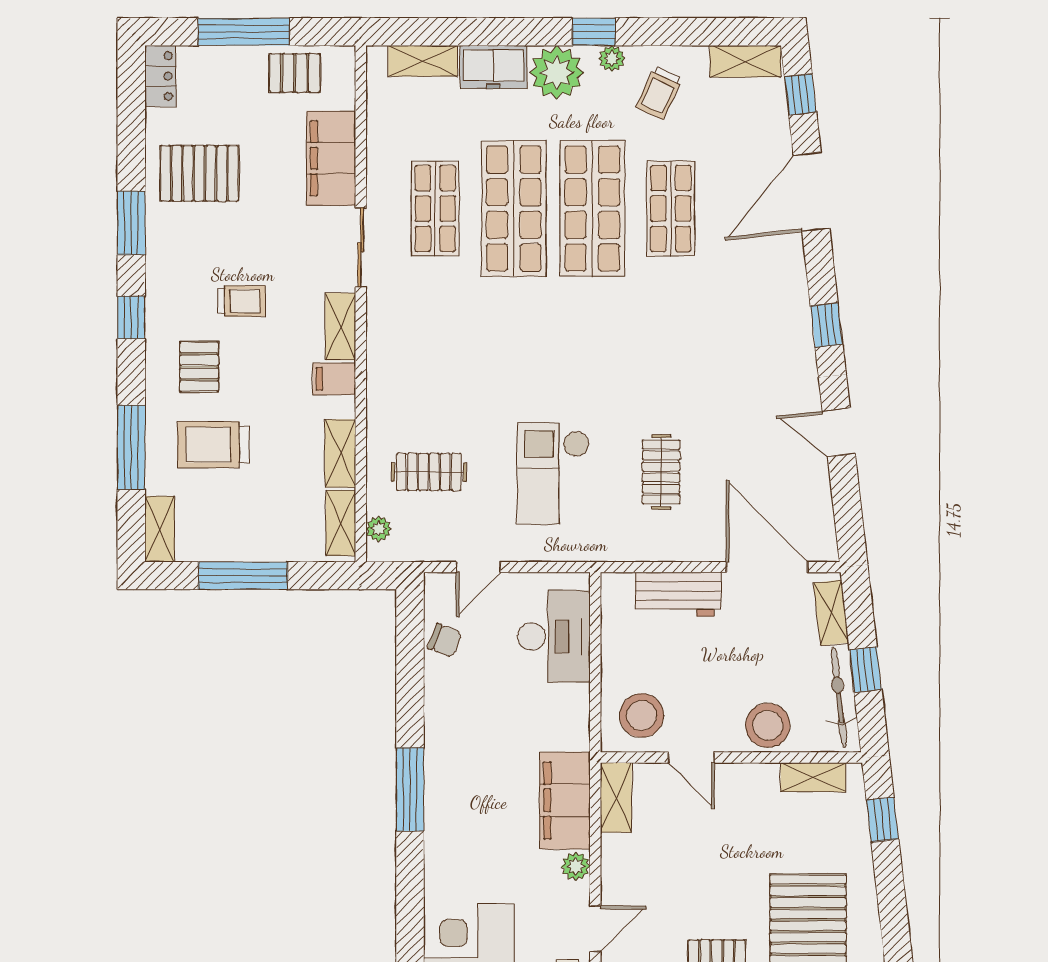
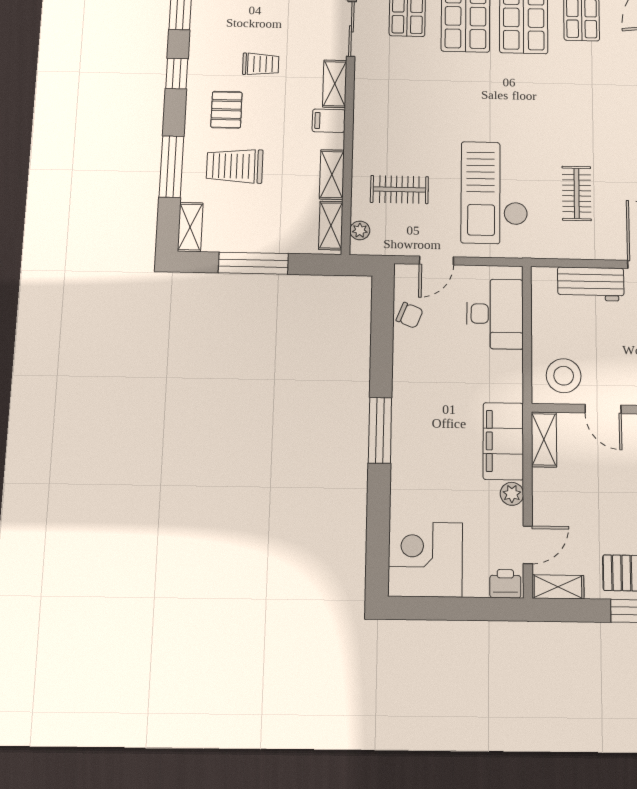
checkout: (553, 473) -> (494, 193), width x1.36, depth x1.21

